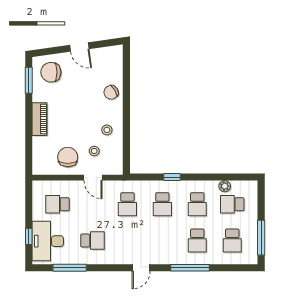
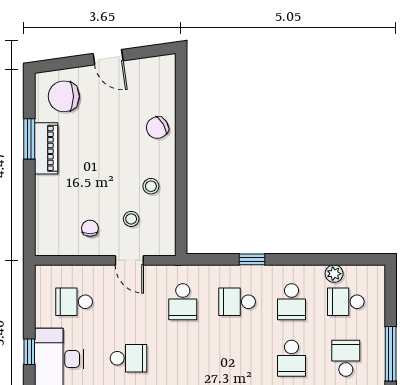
window: (29, 80) -> (29, 139), moved
piano: (40, 119) -> (46, 148), moved
chair: (68, 157) -> (90, 228), width x0.54, depth x0.54
school desk: (162, 204) -> (237, 302), turned 90
school desk: (232, 241) -> (346, 358), turned 180

